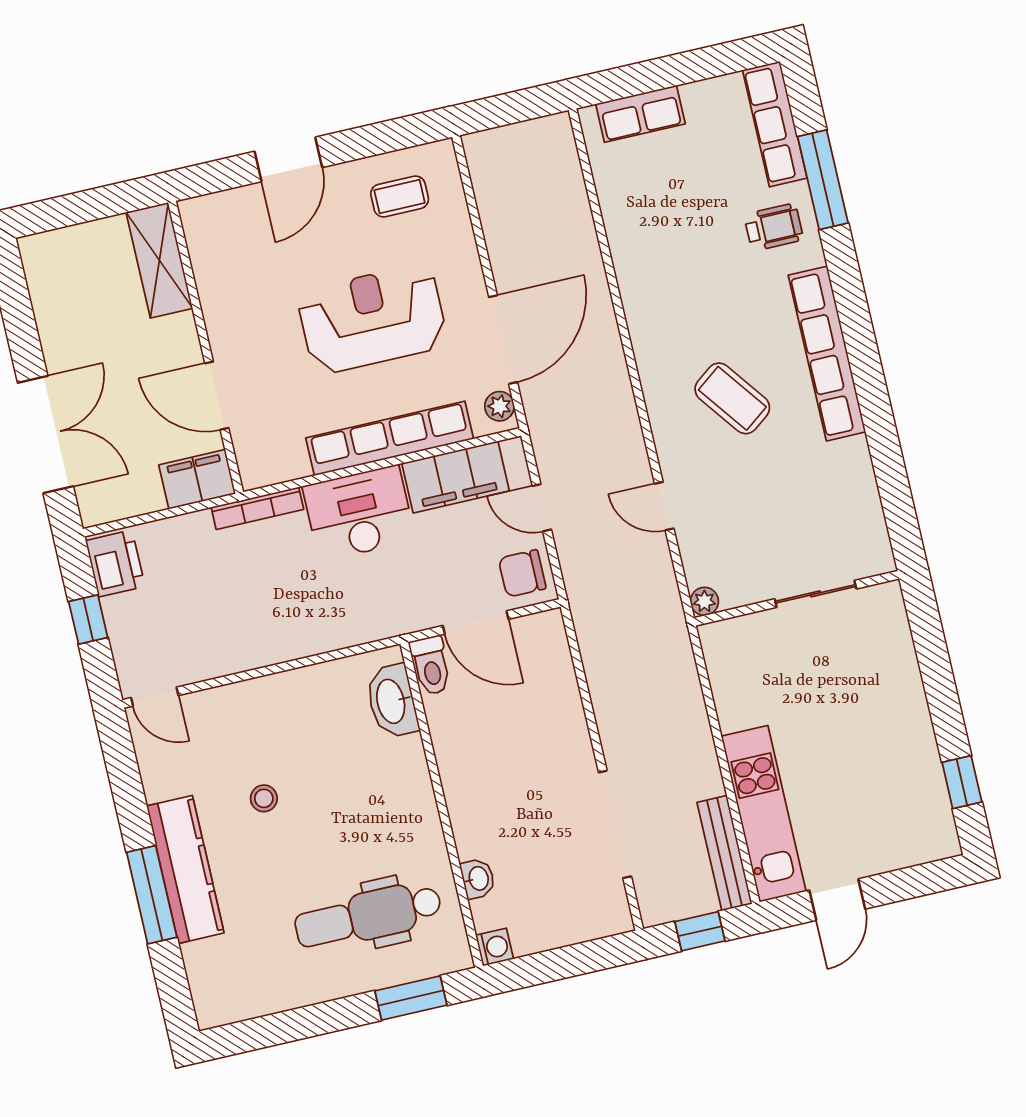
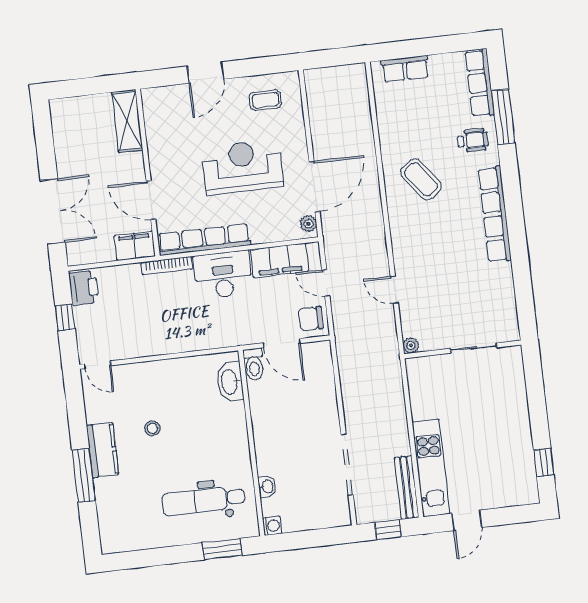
coffee table: (732, 398) -> (421, 179), moved
row of seats: (390, 438) -> (204, 240), moved
kitchen counter: (185, 869) -> (103, 450), width x0.67

